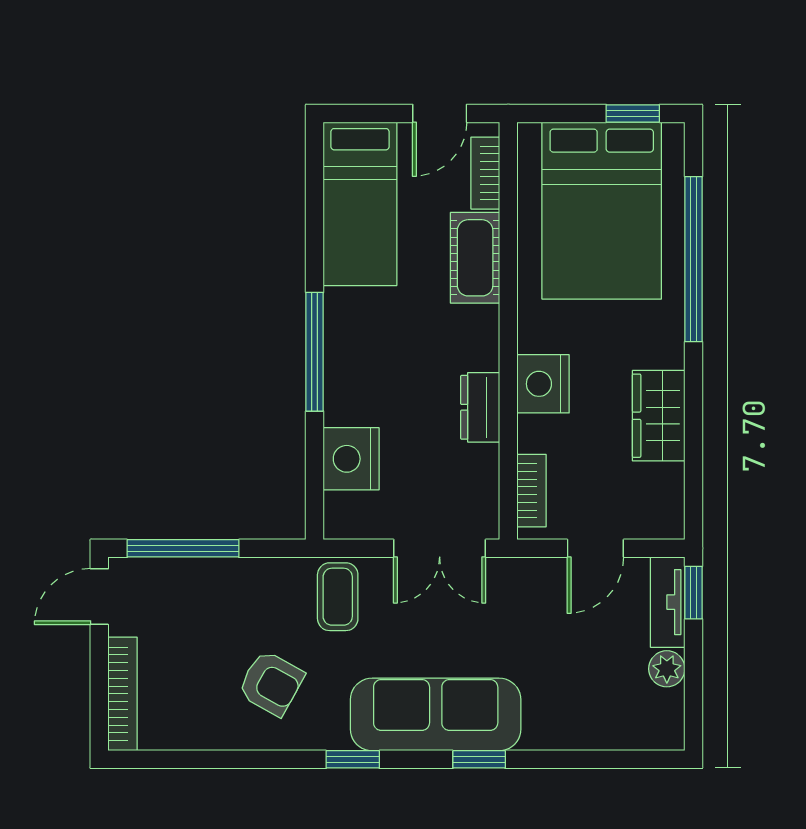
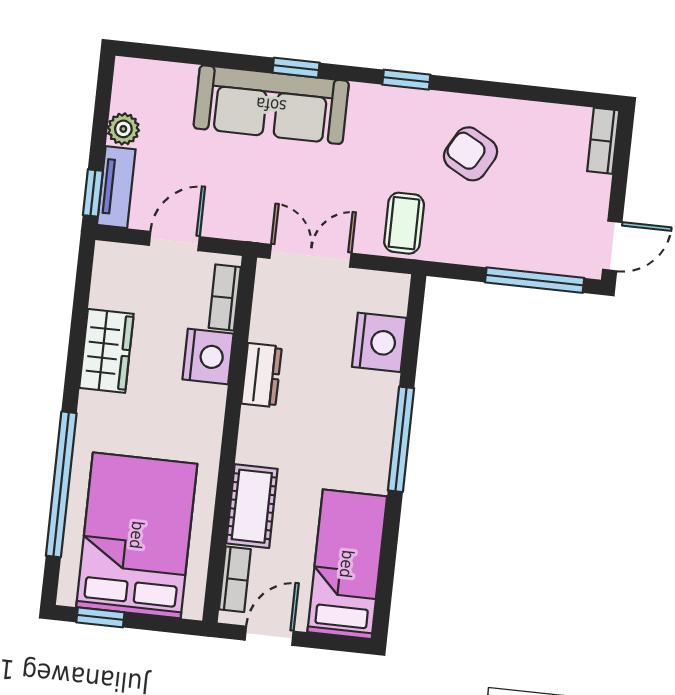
nightstand: (543, 384) -> (208, 357), moved
bookcase: (122, 694) -> (603, 141), width x0.64
sofa: (436, 714) -> (271, 105), moved

